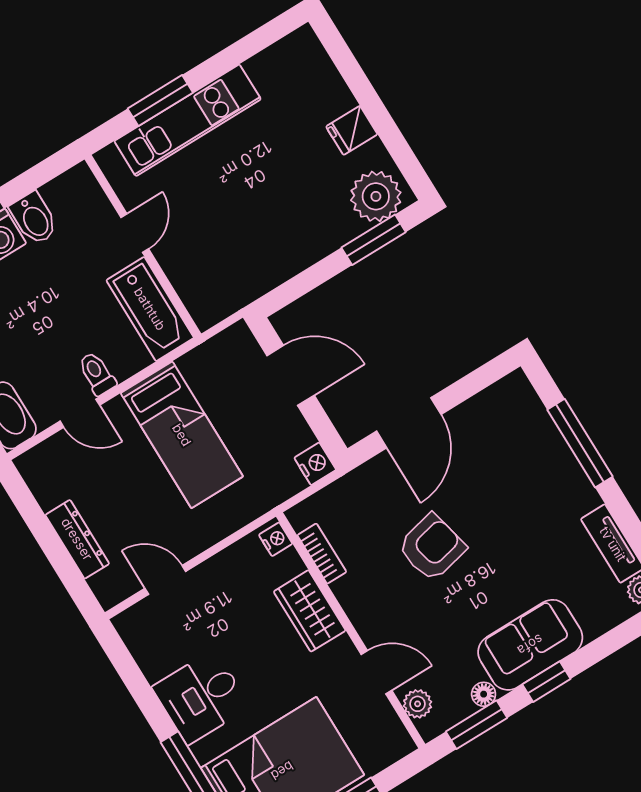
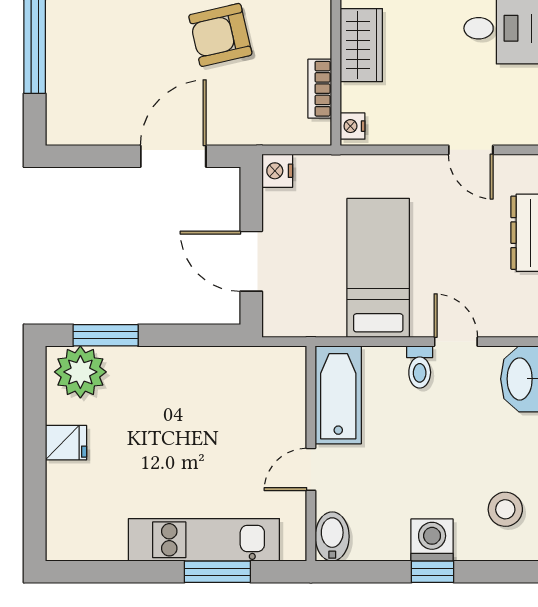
bidet: (34, 218) -> (332, 536), moved

